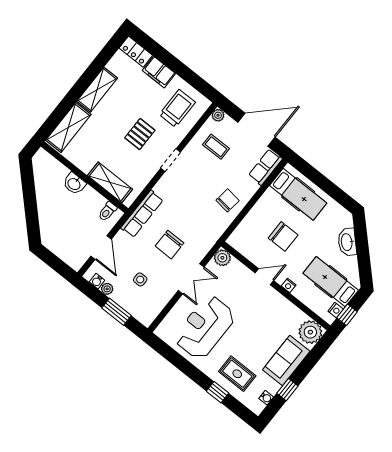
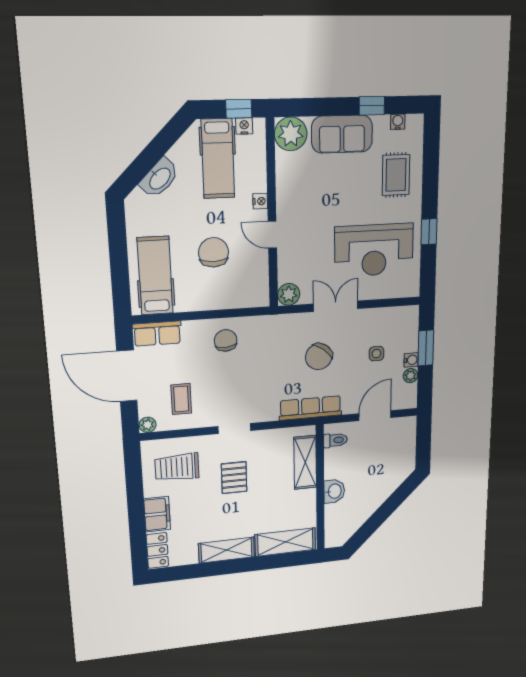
pallet: (140, 134) -> (234, 478), turned 90
chair: (228, 200) -> (226, 340), turned 79
chair: (170, 245) -> (319, 357), turned 128
water cooler: (97, 281) -> (411, 360), moved
window: (218, 392) -> (429, 232), moved

